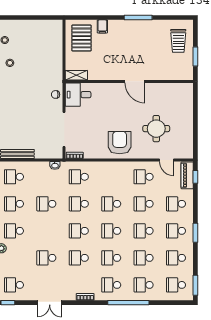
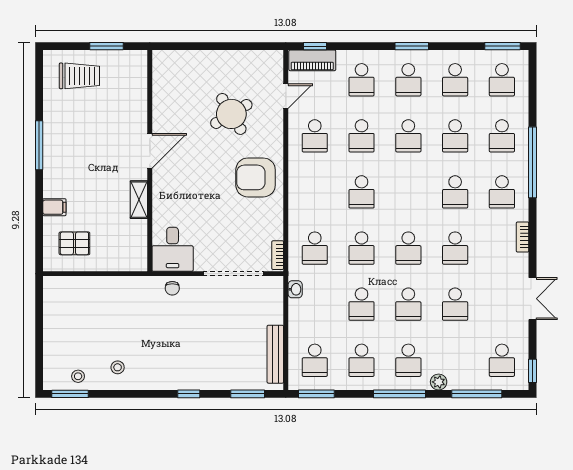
pallet: (81, 38) -> (74, 243), width x0.67, depth x0.71
shelving: (76, 75) -> (139, 200), moved
round table: (156, 129) -> (231, 114), turned -31
school desk: (111, 231) -> (408, 304), moved

